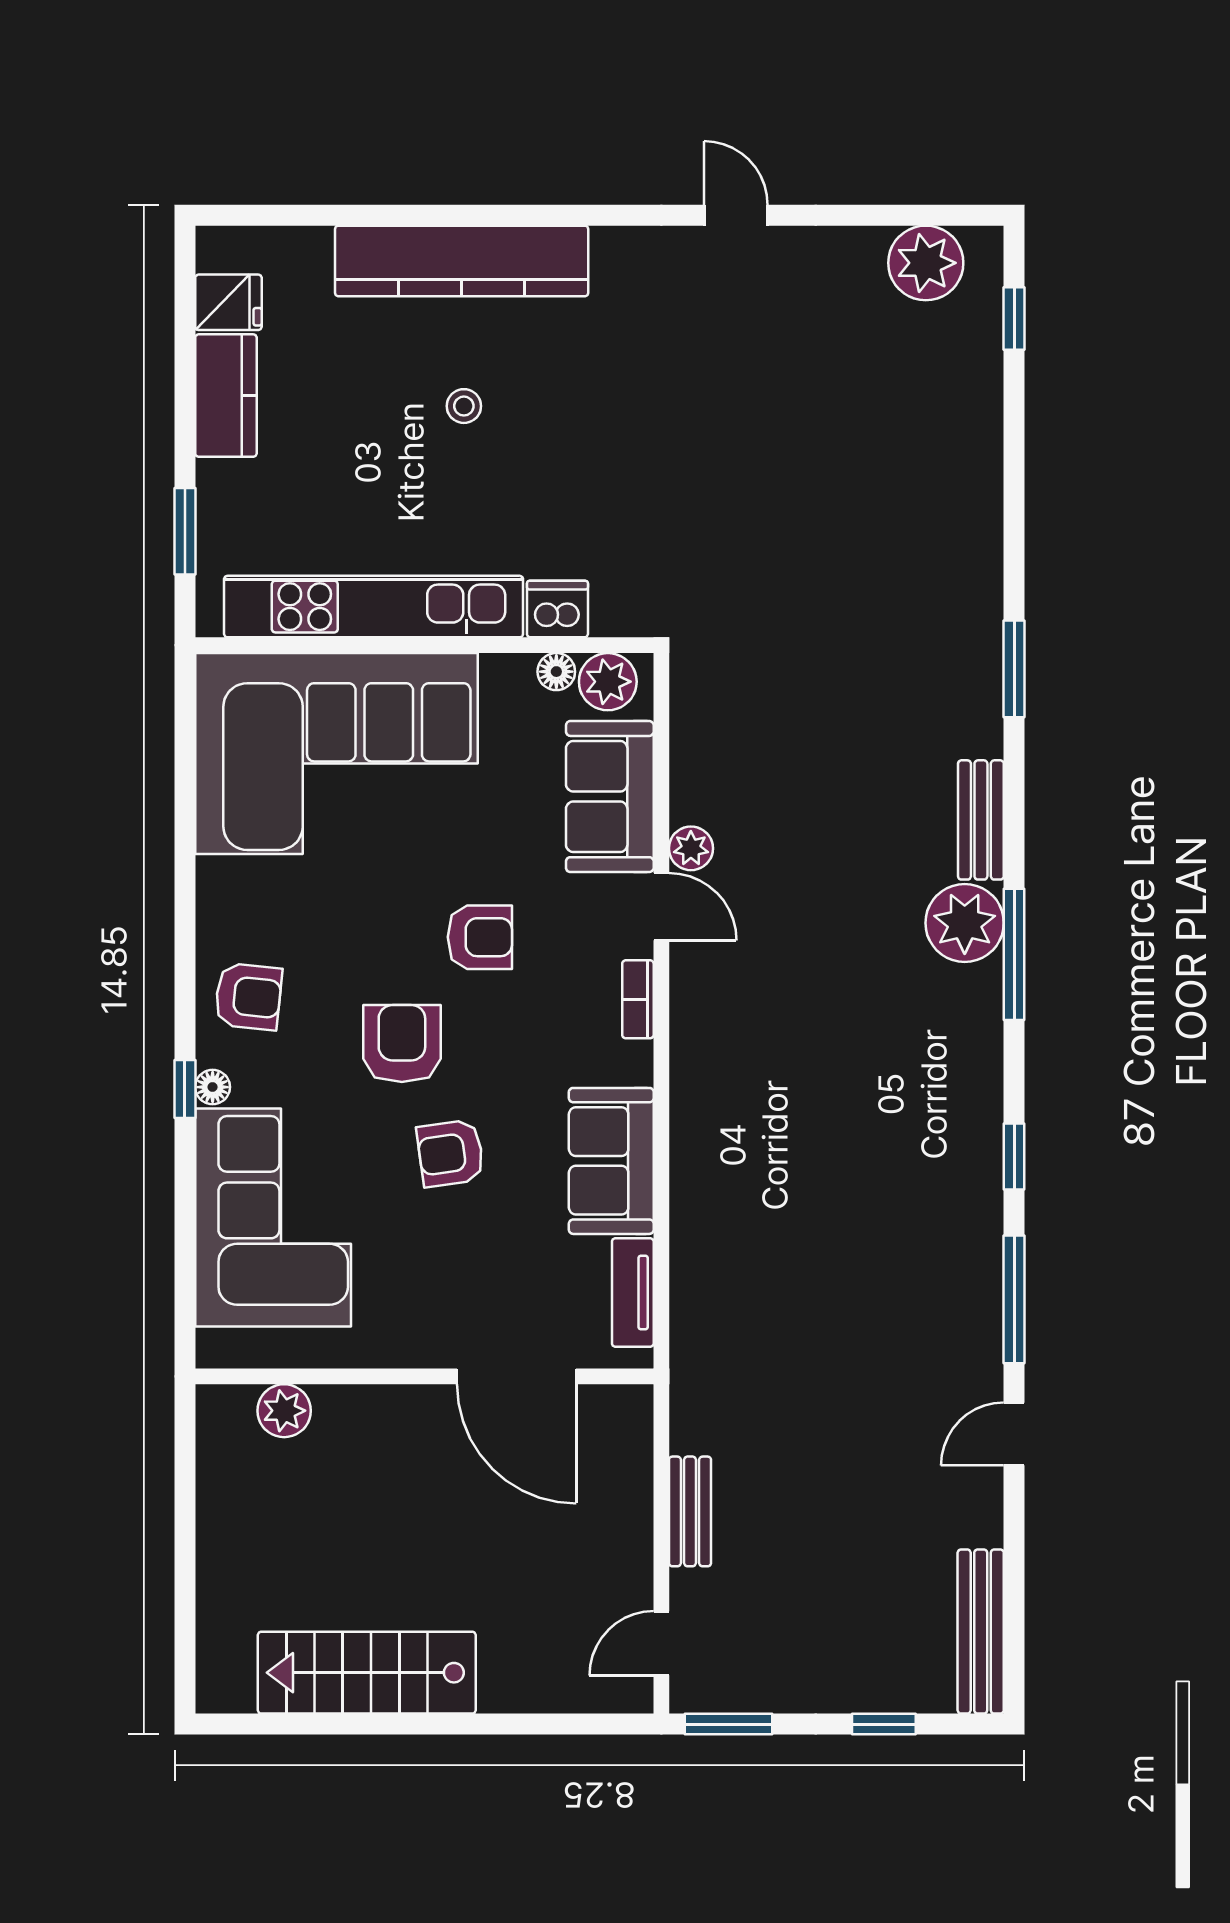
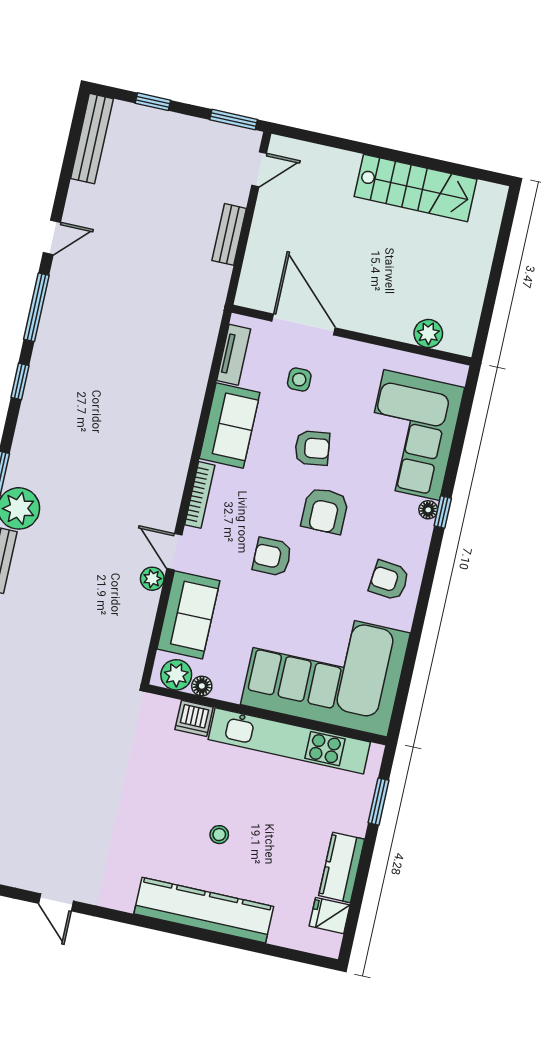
armchair: (248, 997) -> (389, 580), moved
bookcase: (638, 999) -> (200, 495), width x1.56
side table: (502, 1274) -> (299, 380), added

